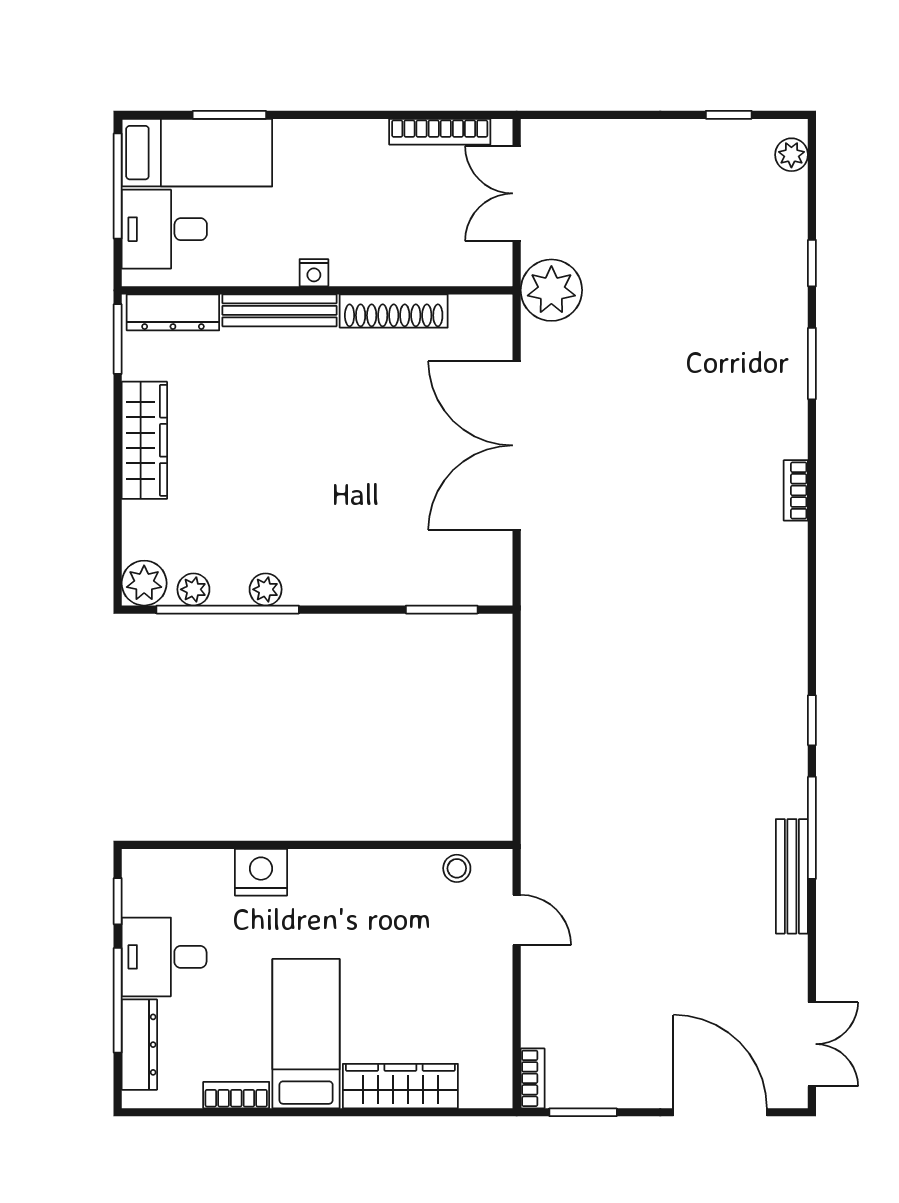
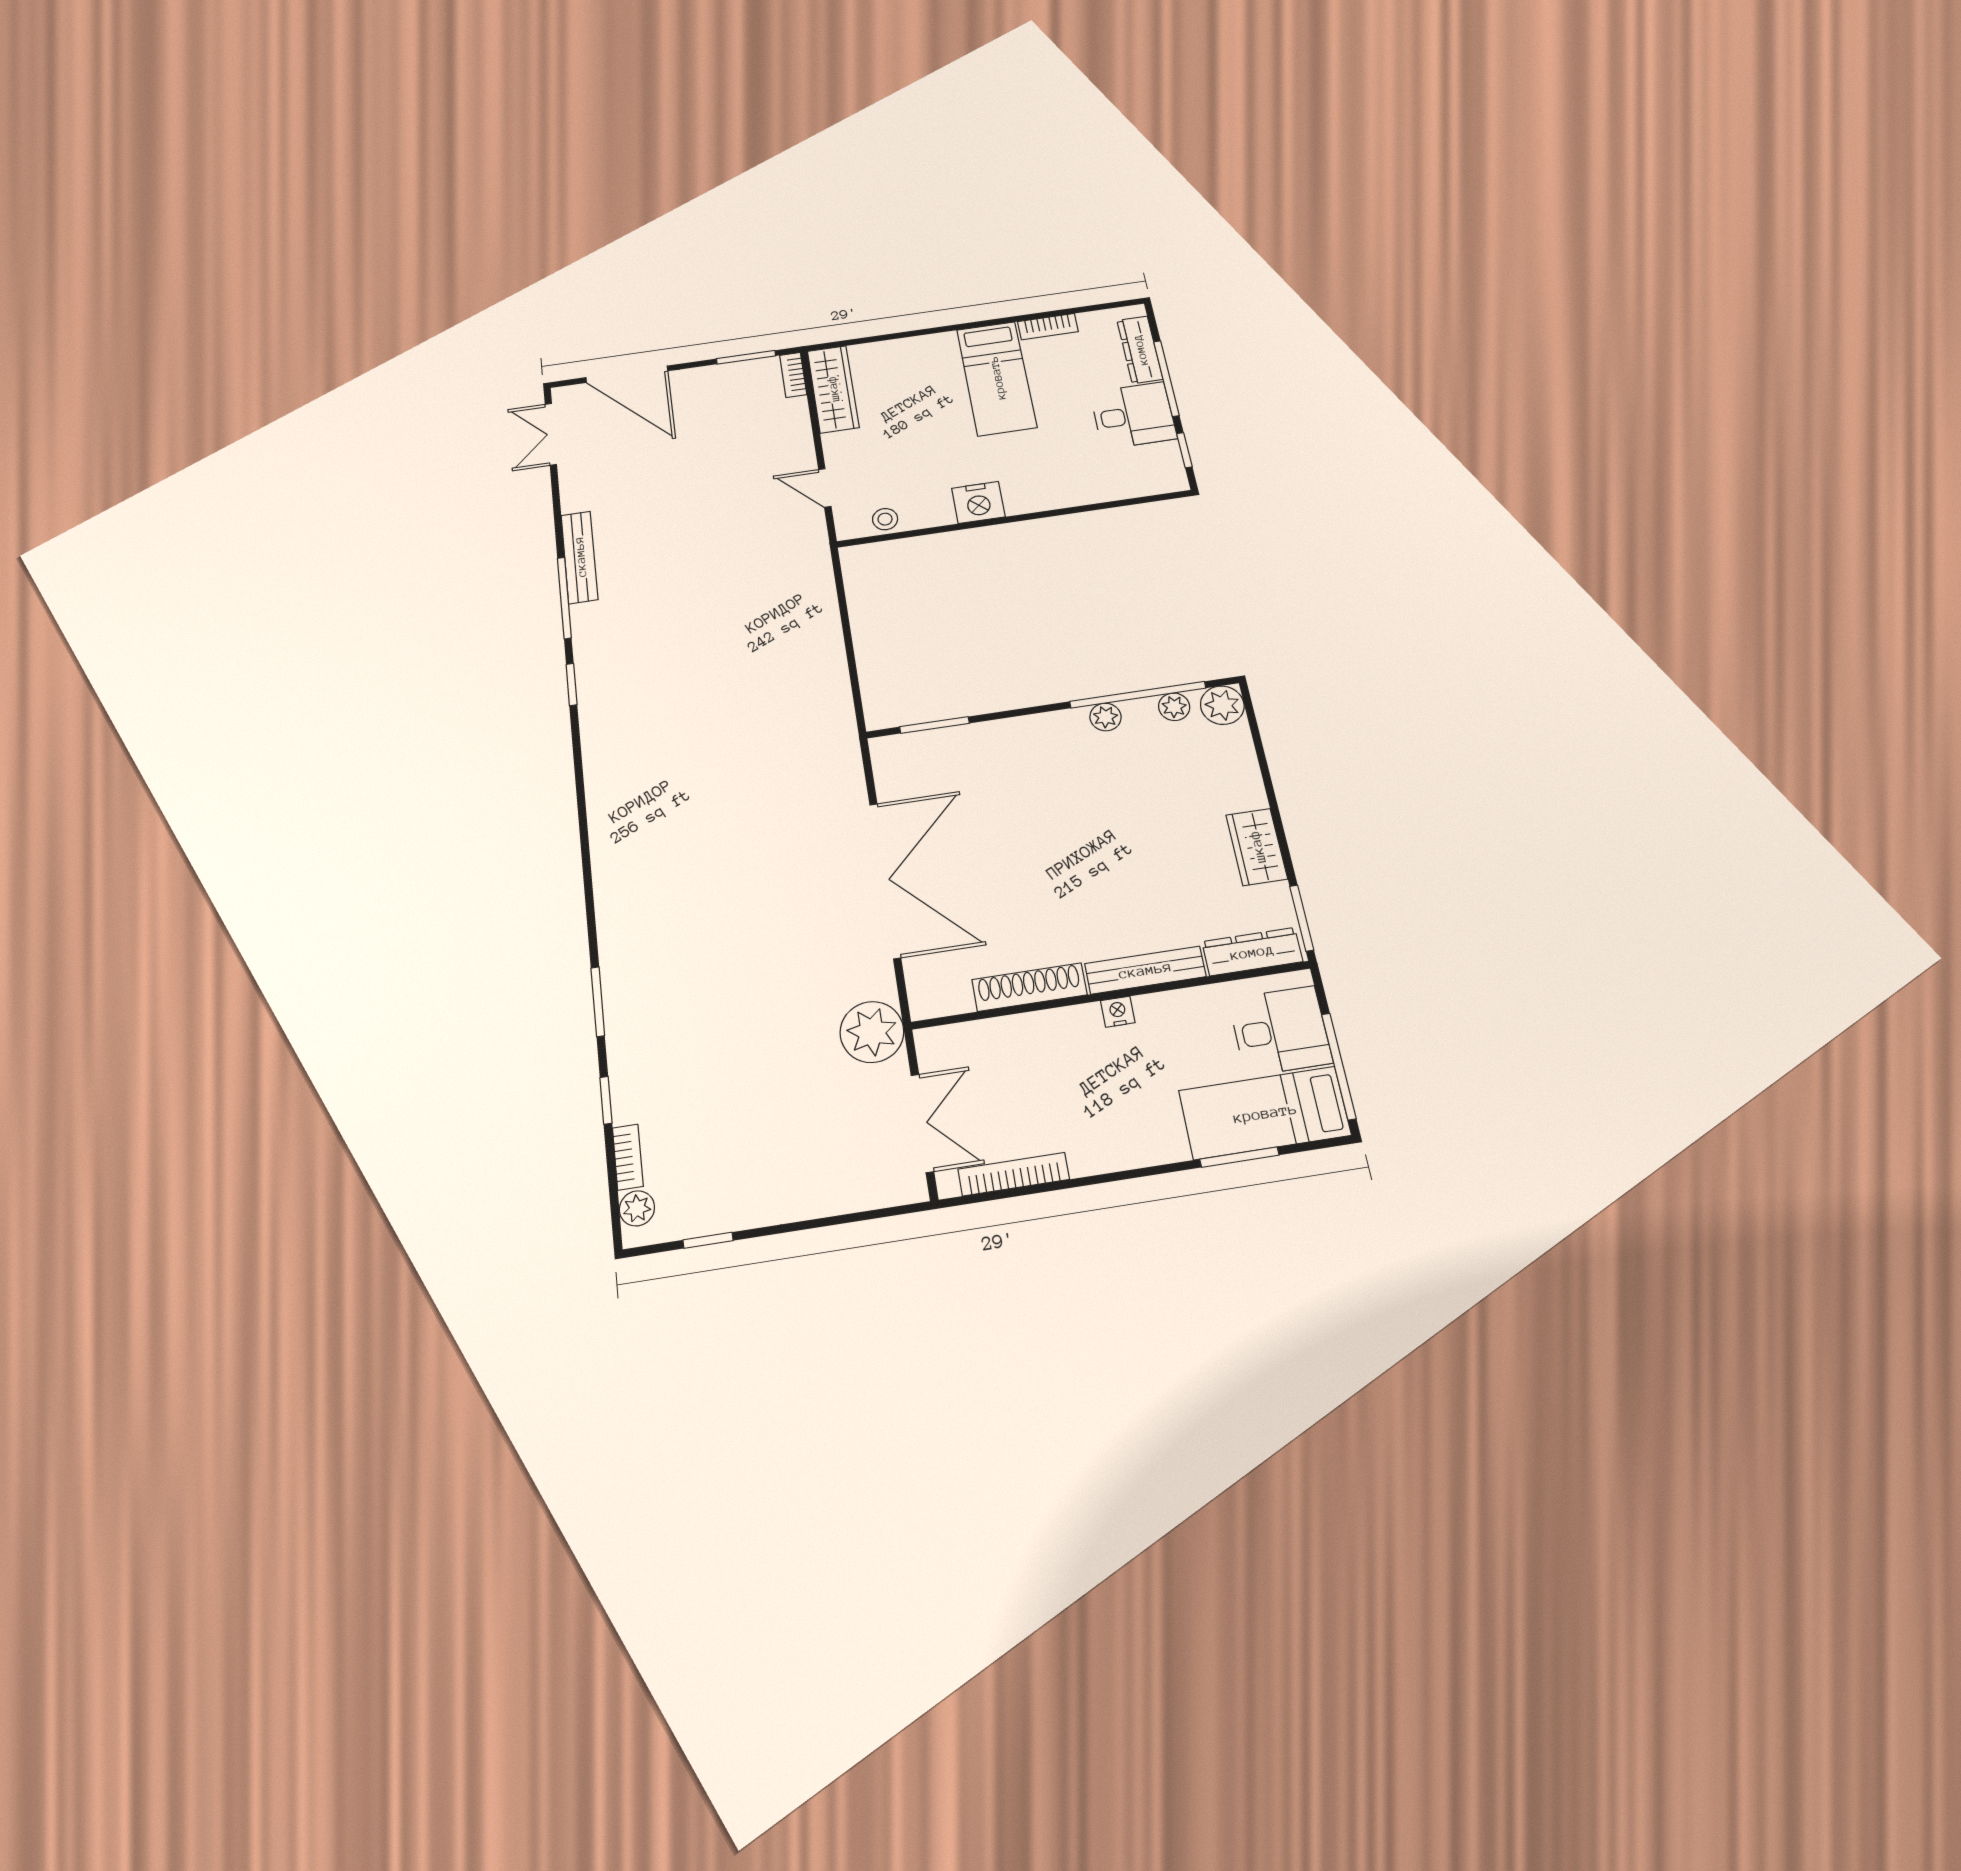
wardrobe: (144, 440) -> (1257, 847), width x0.67
bookcase: (796, 490) -> (628, 1157), moved
nightstand: (261, 872) -> (978, 502), moved
wardrobe: (400, 1086) -> (833, 389), moved, turned -90

